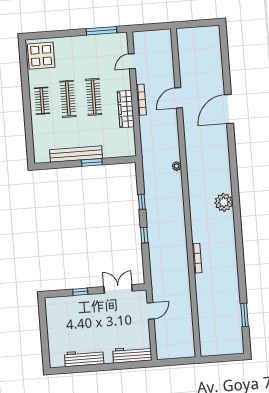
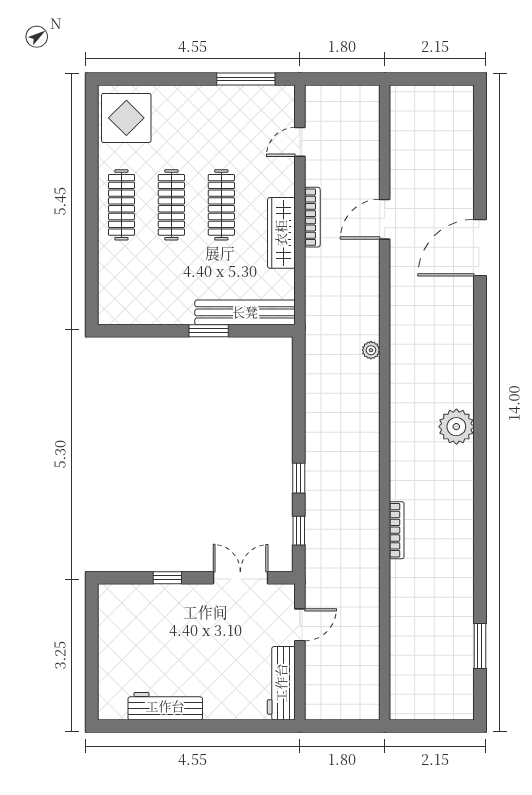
clothes rail: (42, 101) -> (121, 205), width x1.36
bench: (76, 154) -> (245, 312), moved
window: (142, 202) -> (299, 531), moved
workbench: (132, 355) -> (281, 683), moved, turned -90

